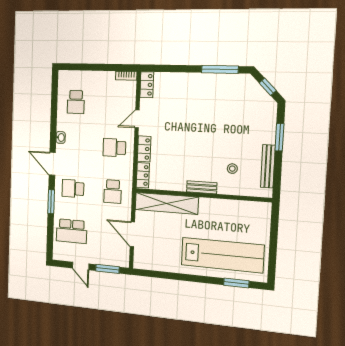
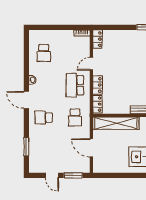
school desk: (114, 148) -> (75, 85), width x1.85
window: (51, 202) -> (26, 147), moved
school desk: (72, 231) -> (44, 150), removed

